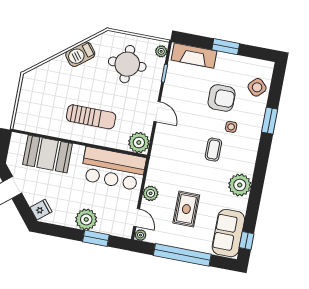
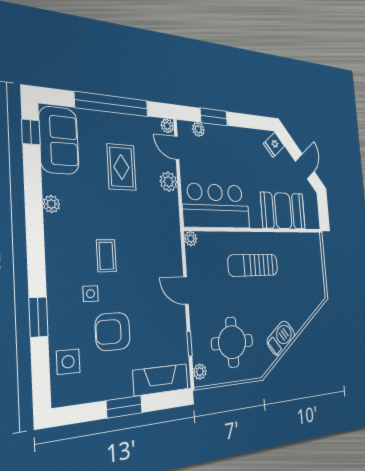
side table: (257, 87) -> (68, 362), turned 45
plant: (139, 143) -> (191, 239), width x0.53, depth x0.53
plant: (240, 185) -> (51, 204), width x0.53, depth x0.53
plant: (86, 219) -> (198, 129), moved, width x0.53, depth x0.53

